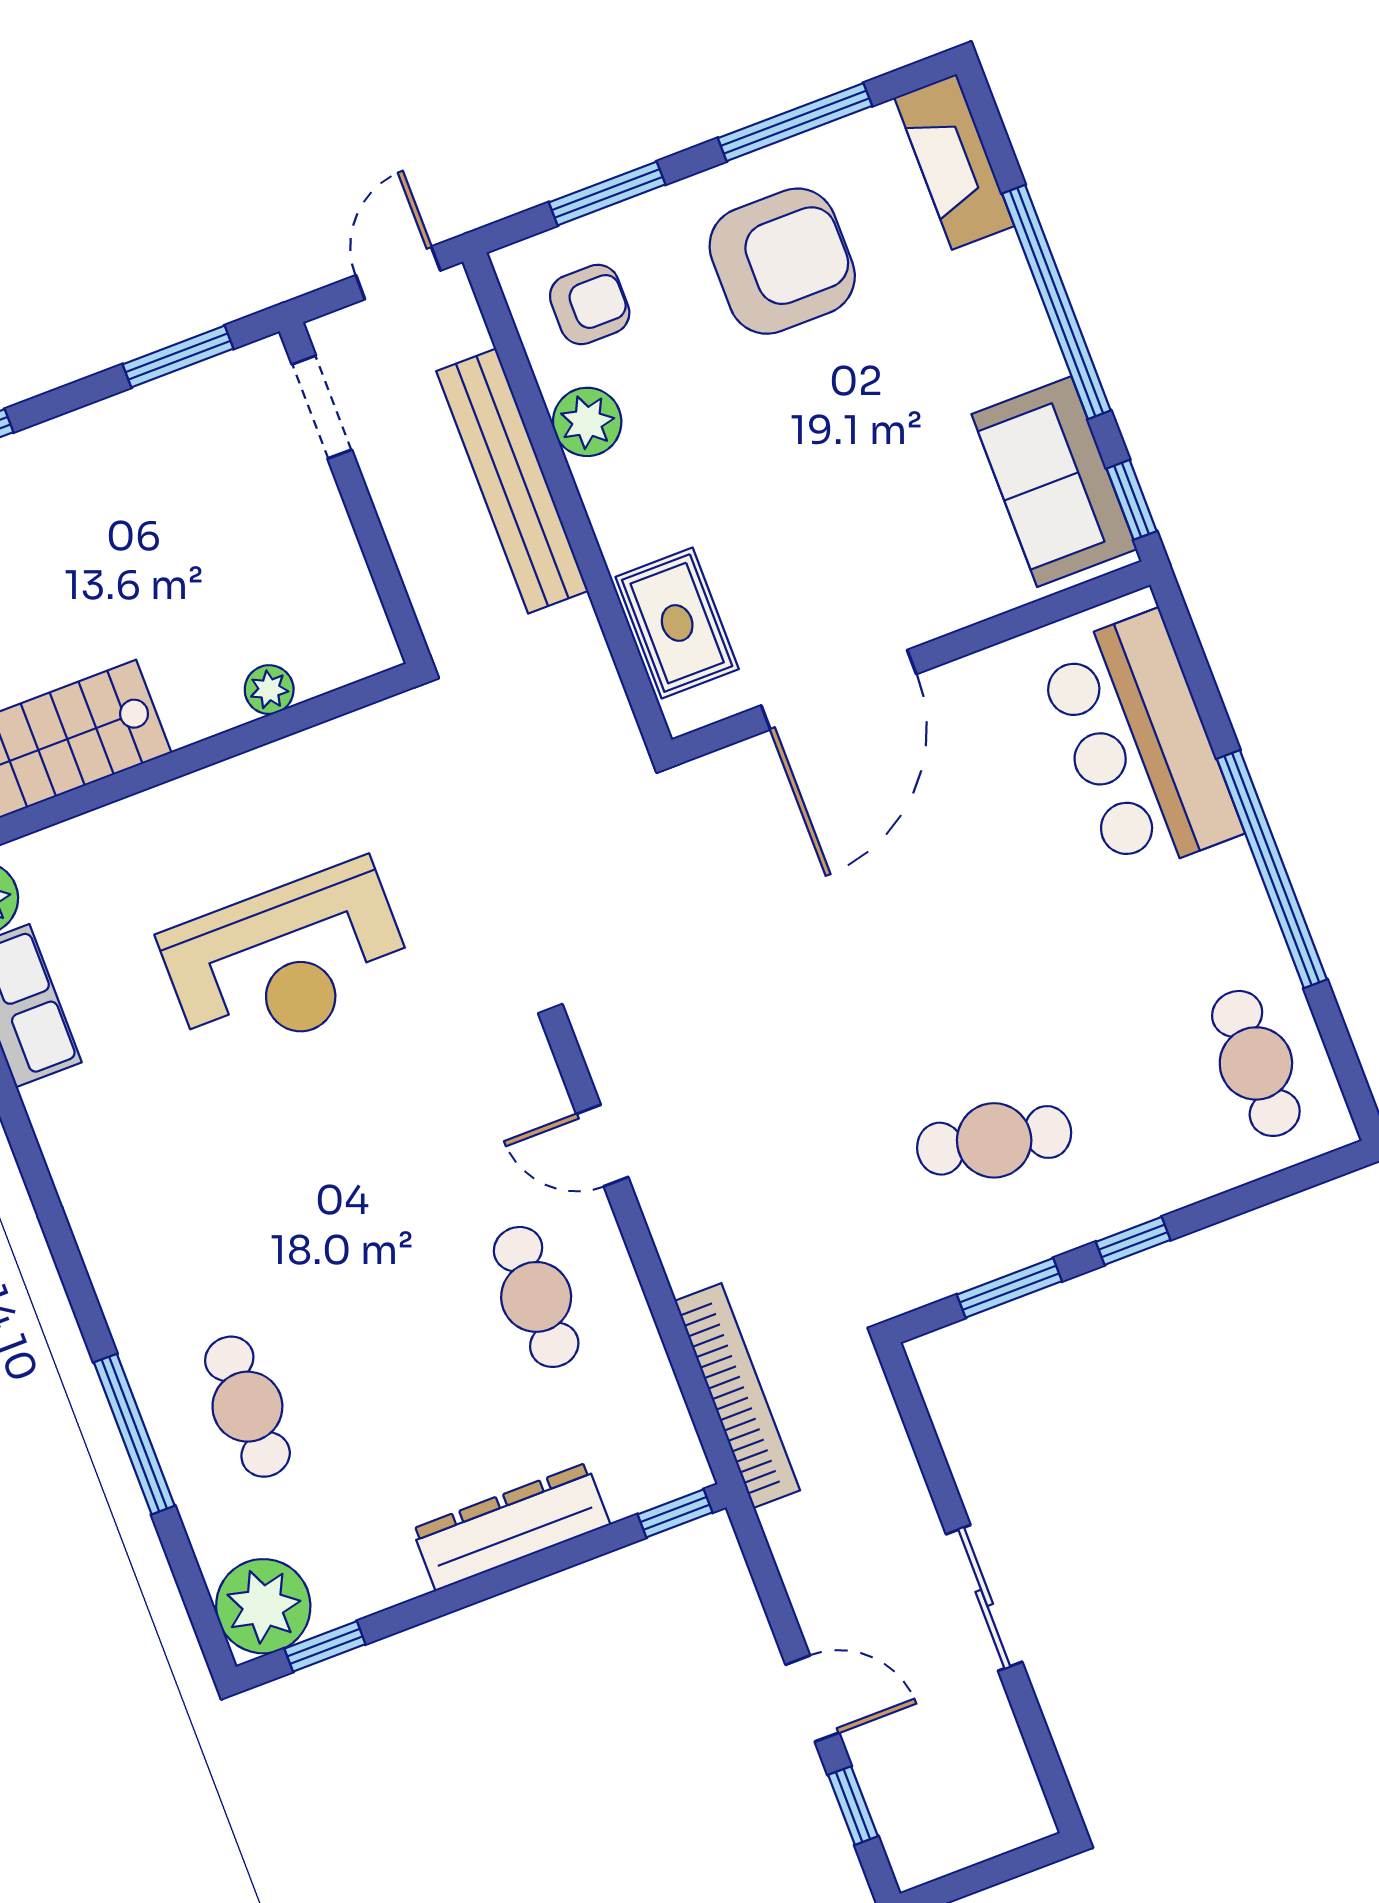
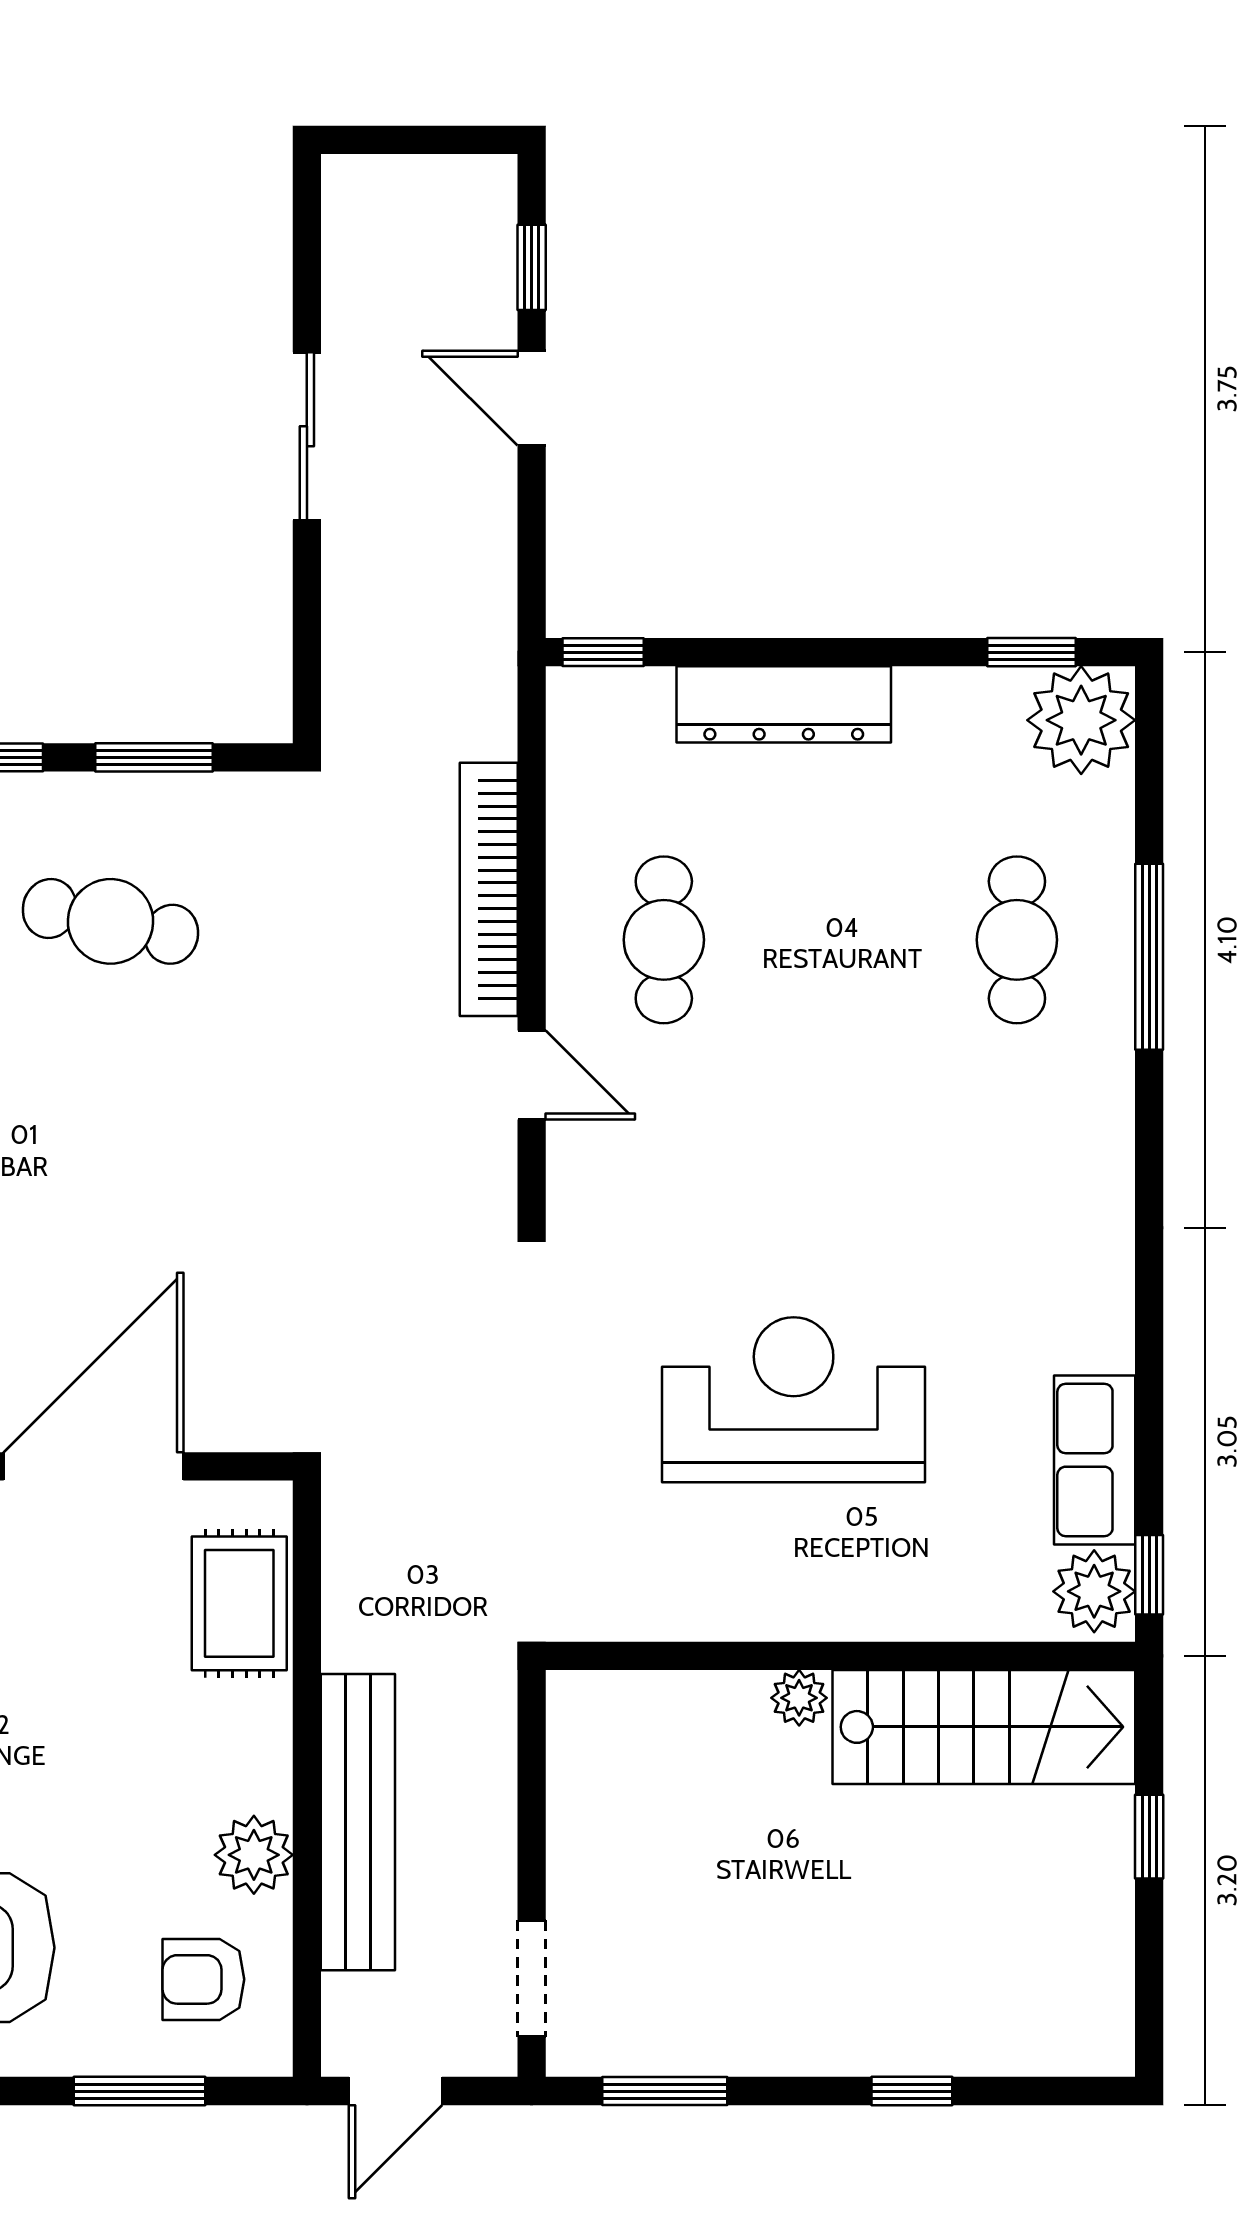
plant: (269, 690) -> (799, 1698), moved
bookcase: (737, 1396) -> (489, 889), moved

